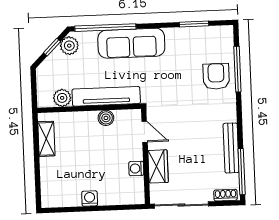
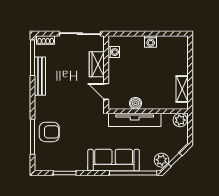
armchair: (216, 76) -> (49, 132), turned -90
plant: (62, 98) -> (180, 120), moved
washing machine: (136, 168) -> (114, 52), moved

